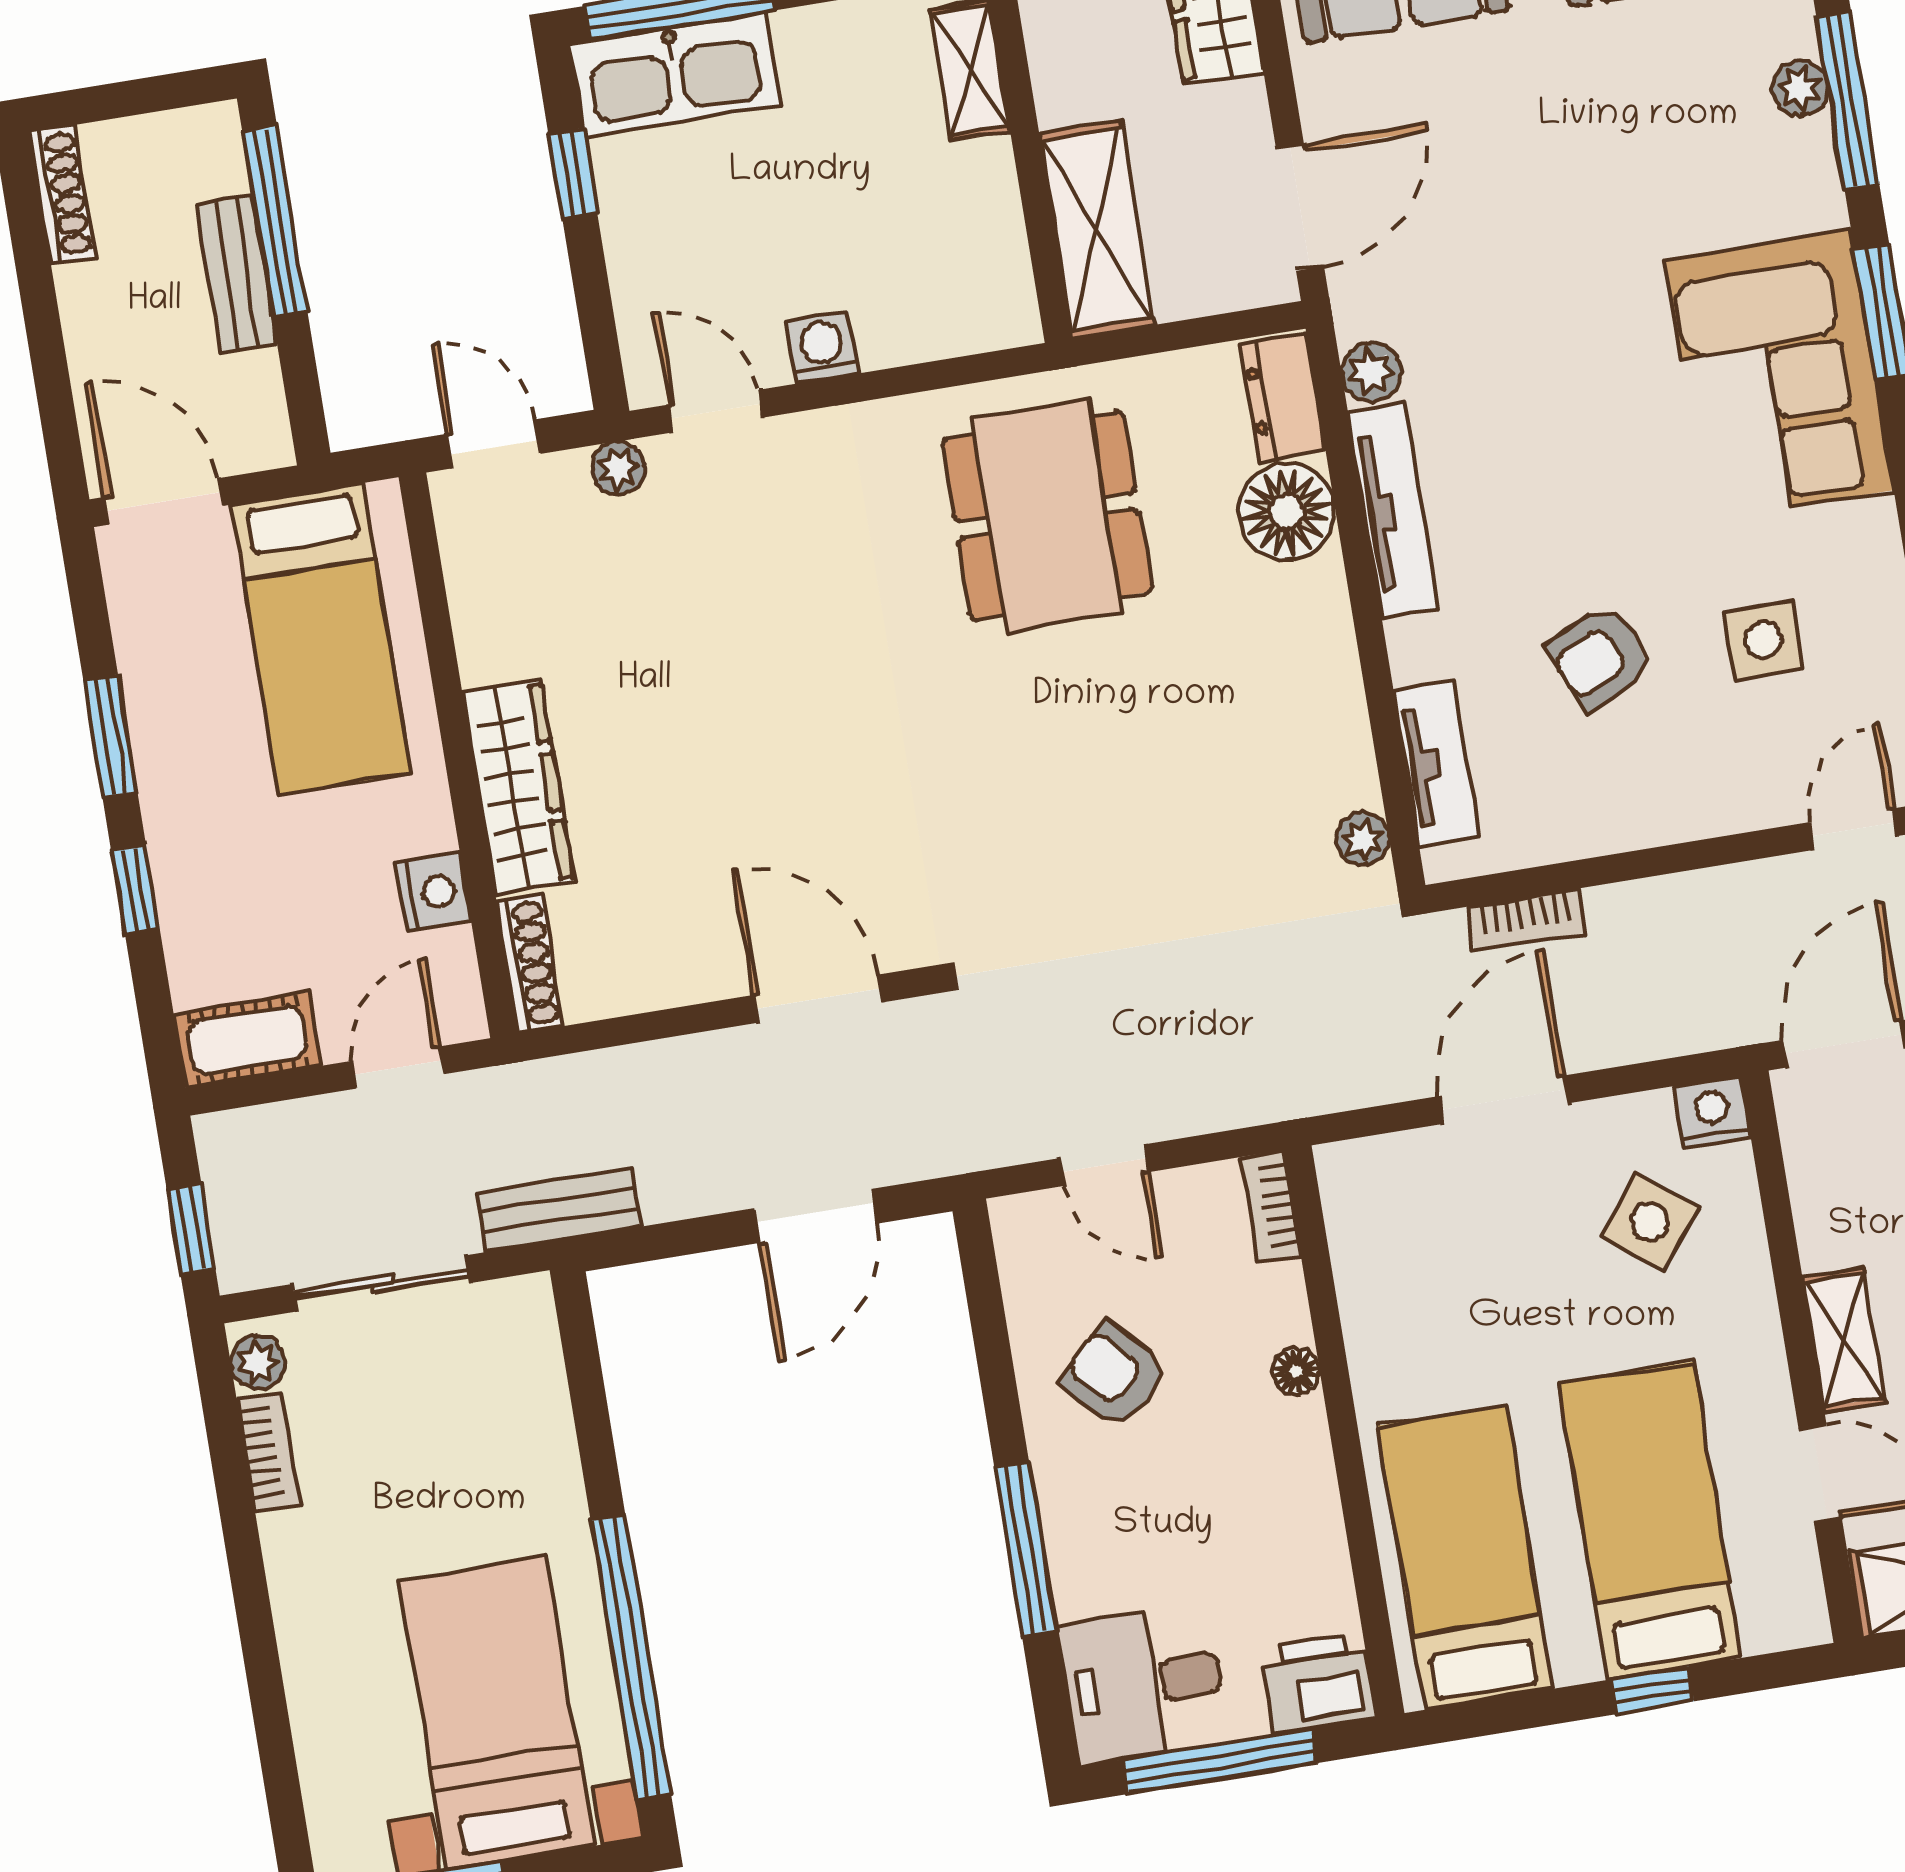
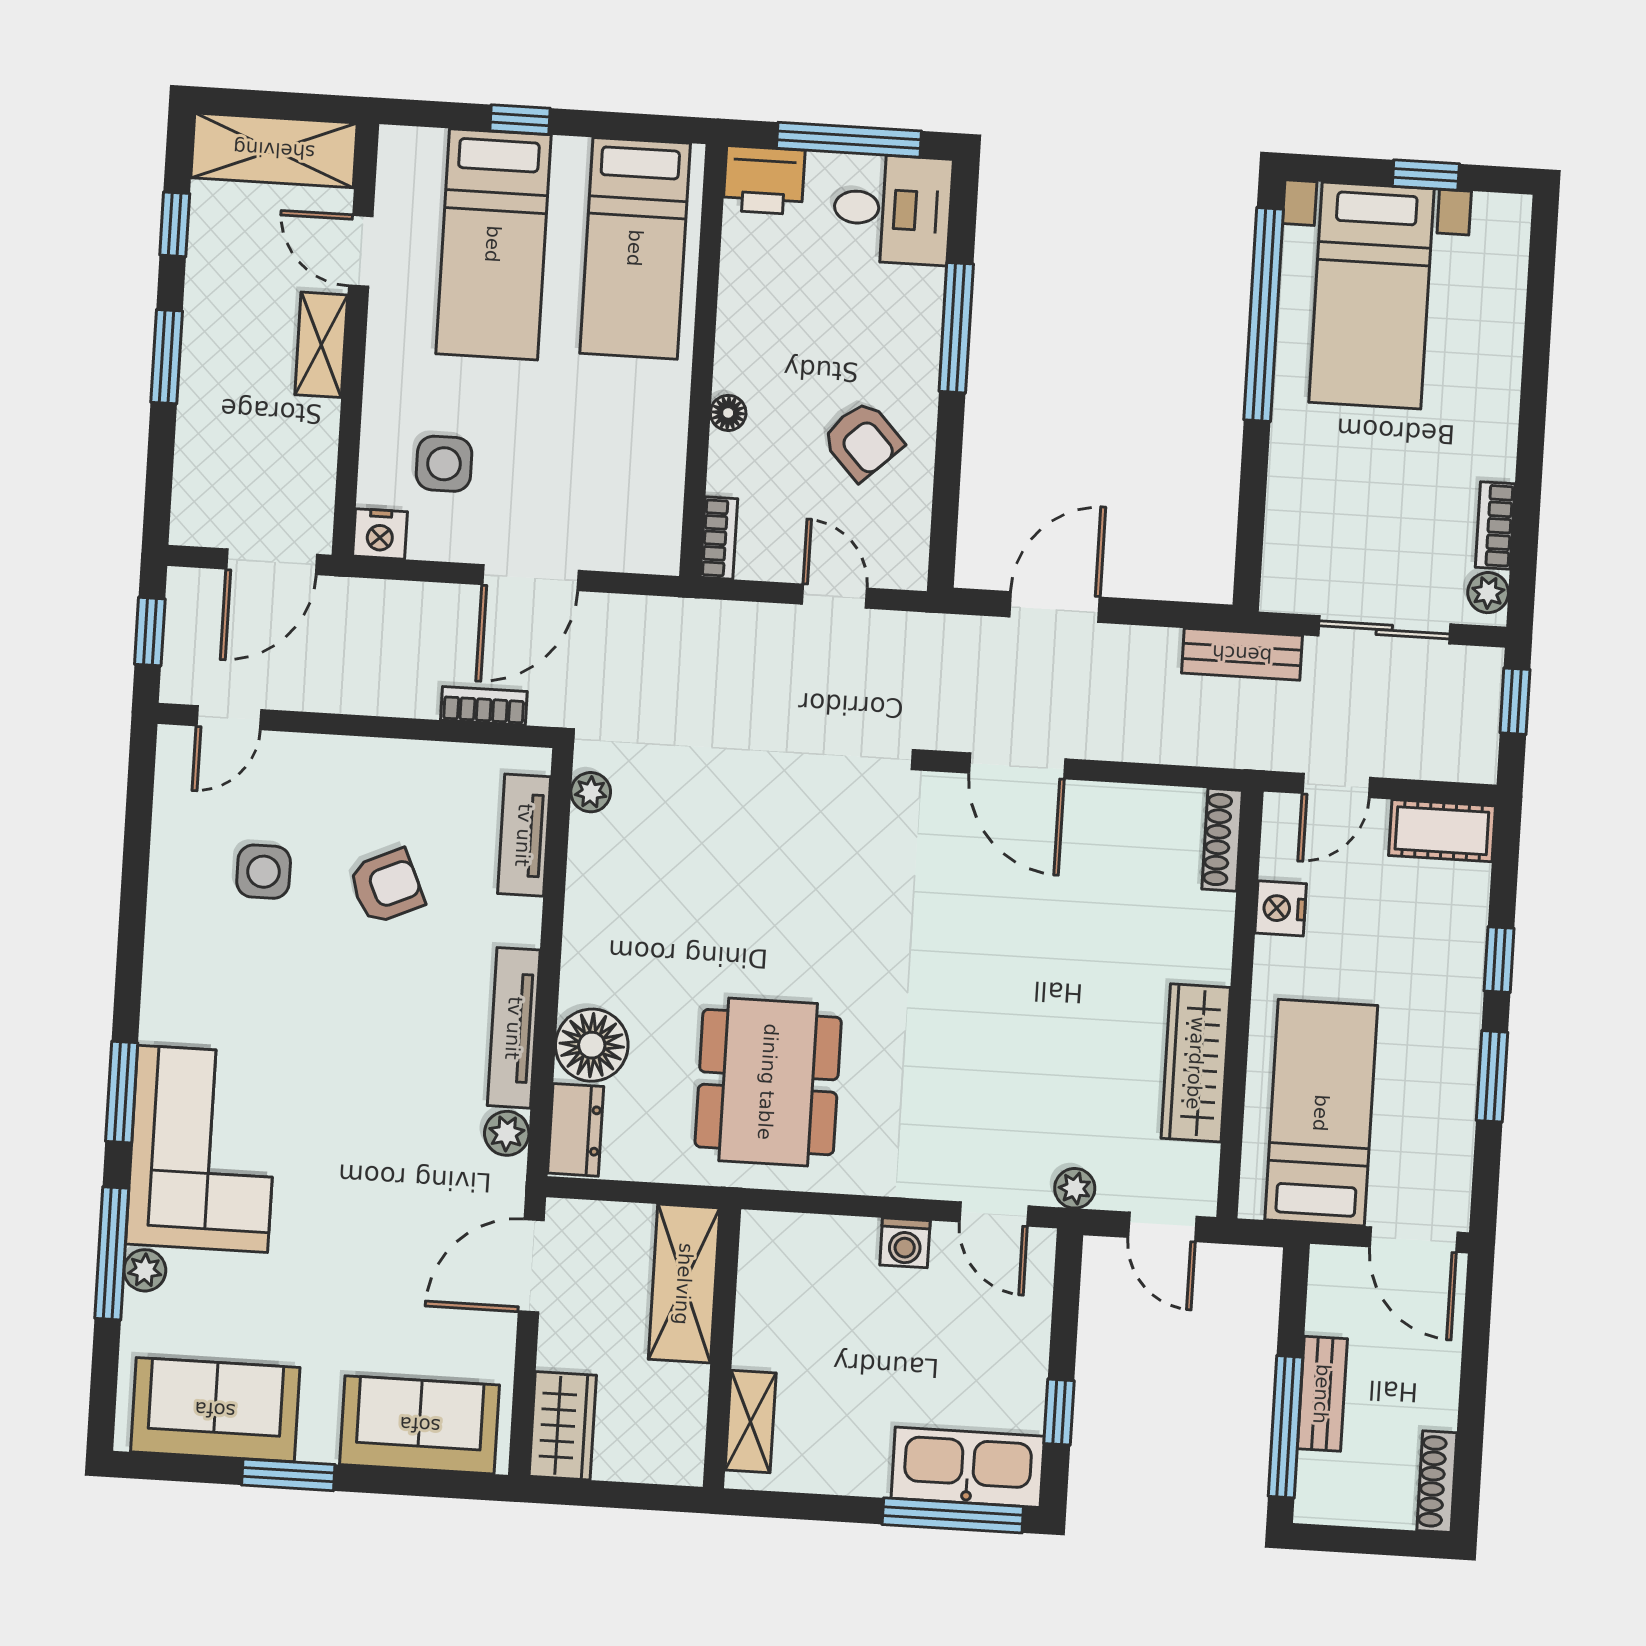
corner sofa: (1779, 375) -> (203, 1149), moved
wardrobe: (518, 787) -> (1196, 1063), moved
side table: (1650, 1222) -> (444, 464), turned -38

